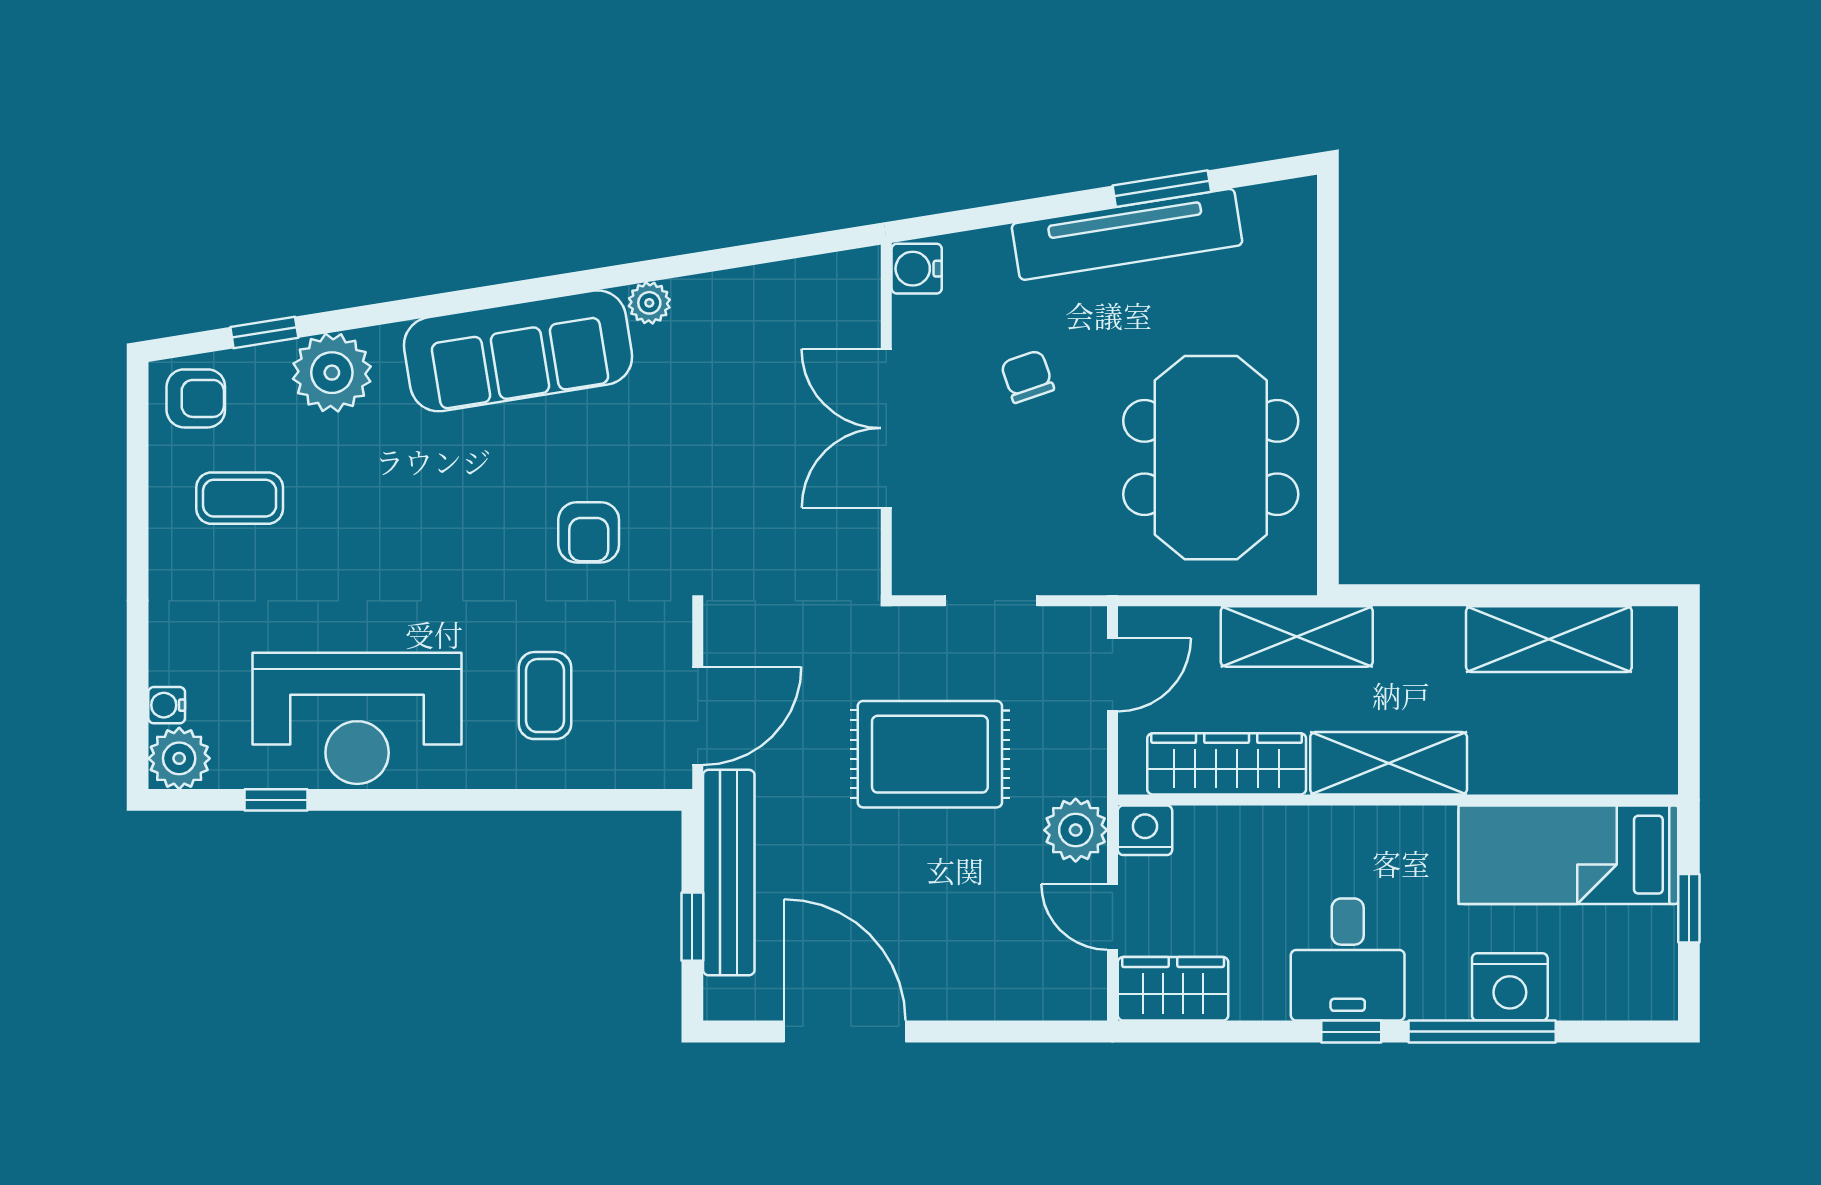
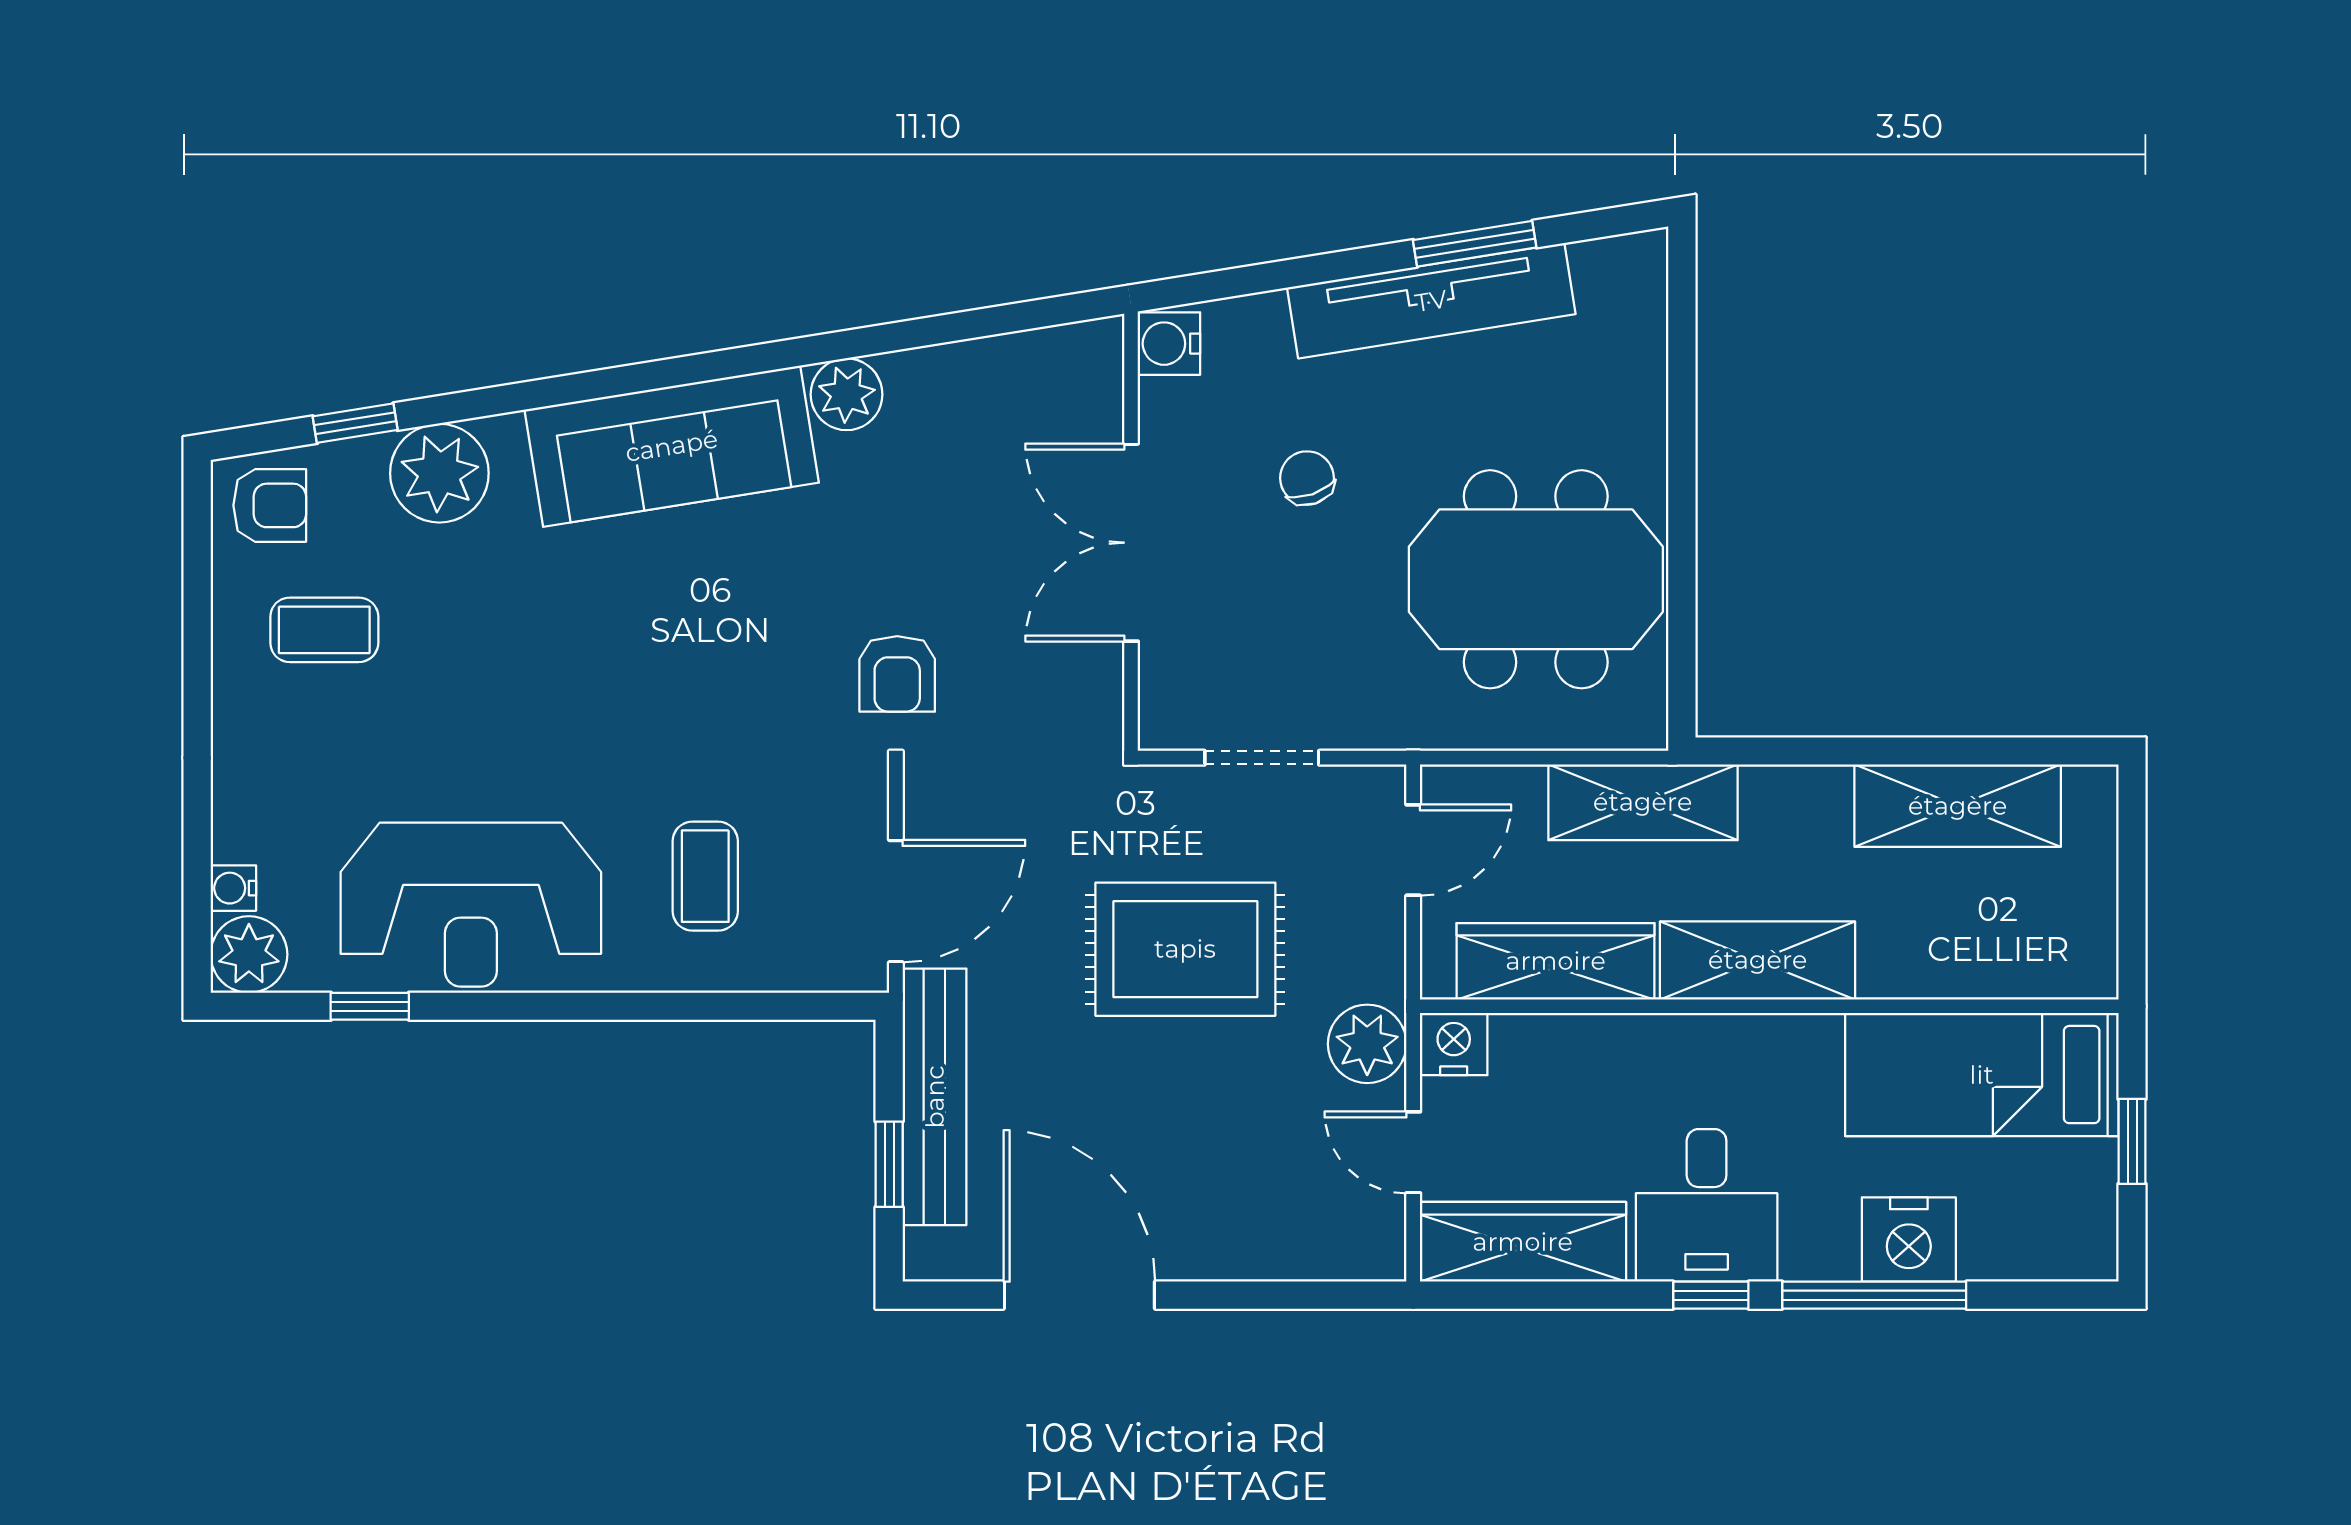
plant: (649, 303) -> (847, 394), width x1.38, depth x1.38
meeting table: (1211, 458) -> (1536, 579), turned 90
armchair: (589, 532) -> (897, 674), moved
wardrobe: (1173, 989) -> (1523, 1242), width x1.50

